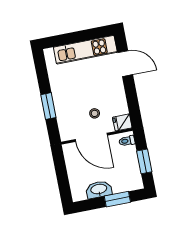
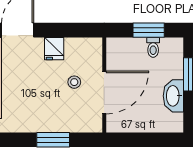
fridge: (122, 122) -> (54, 49), moved
toilet: (127, 141) -> (153, 47), moved

